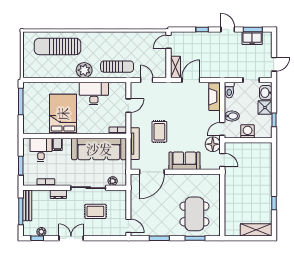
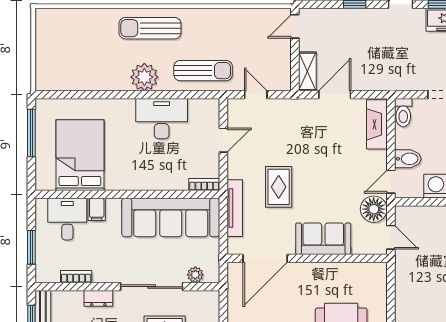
sun lounger: (58, 46) -> (150, 28), moved, width x0.73, depth x0.75
bed: (63, 114) -> (80, 155), moved

